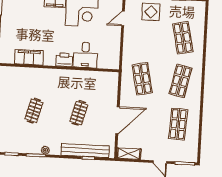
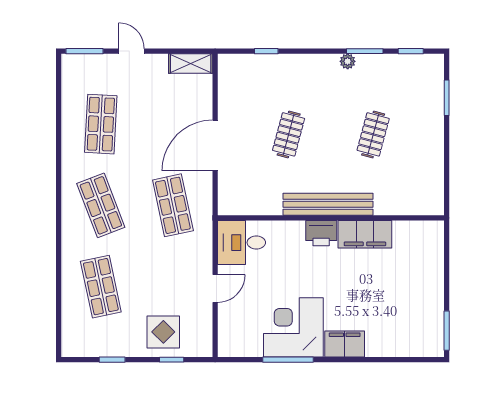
door: (123, 18) -> (215, 289), moved
desk: (85, 55) -> (242, 243), moved, turned -90
filing cabinet: (29, 57) -> (365, 234), moved
shop shelf: (180, 81) -> (101, 205), turned -33
door: (117, 120) -> (215, 146), moved
bench: (85, 151) -> (328, 204), moved

